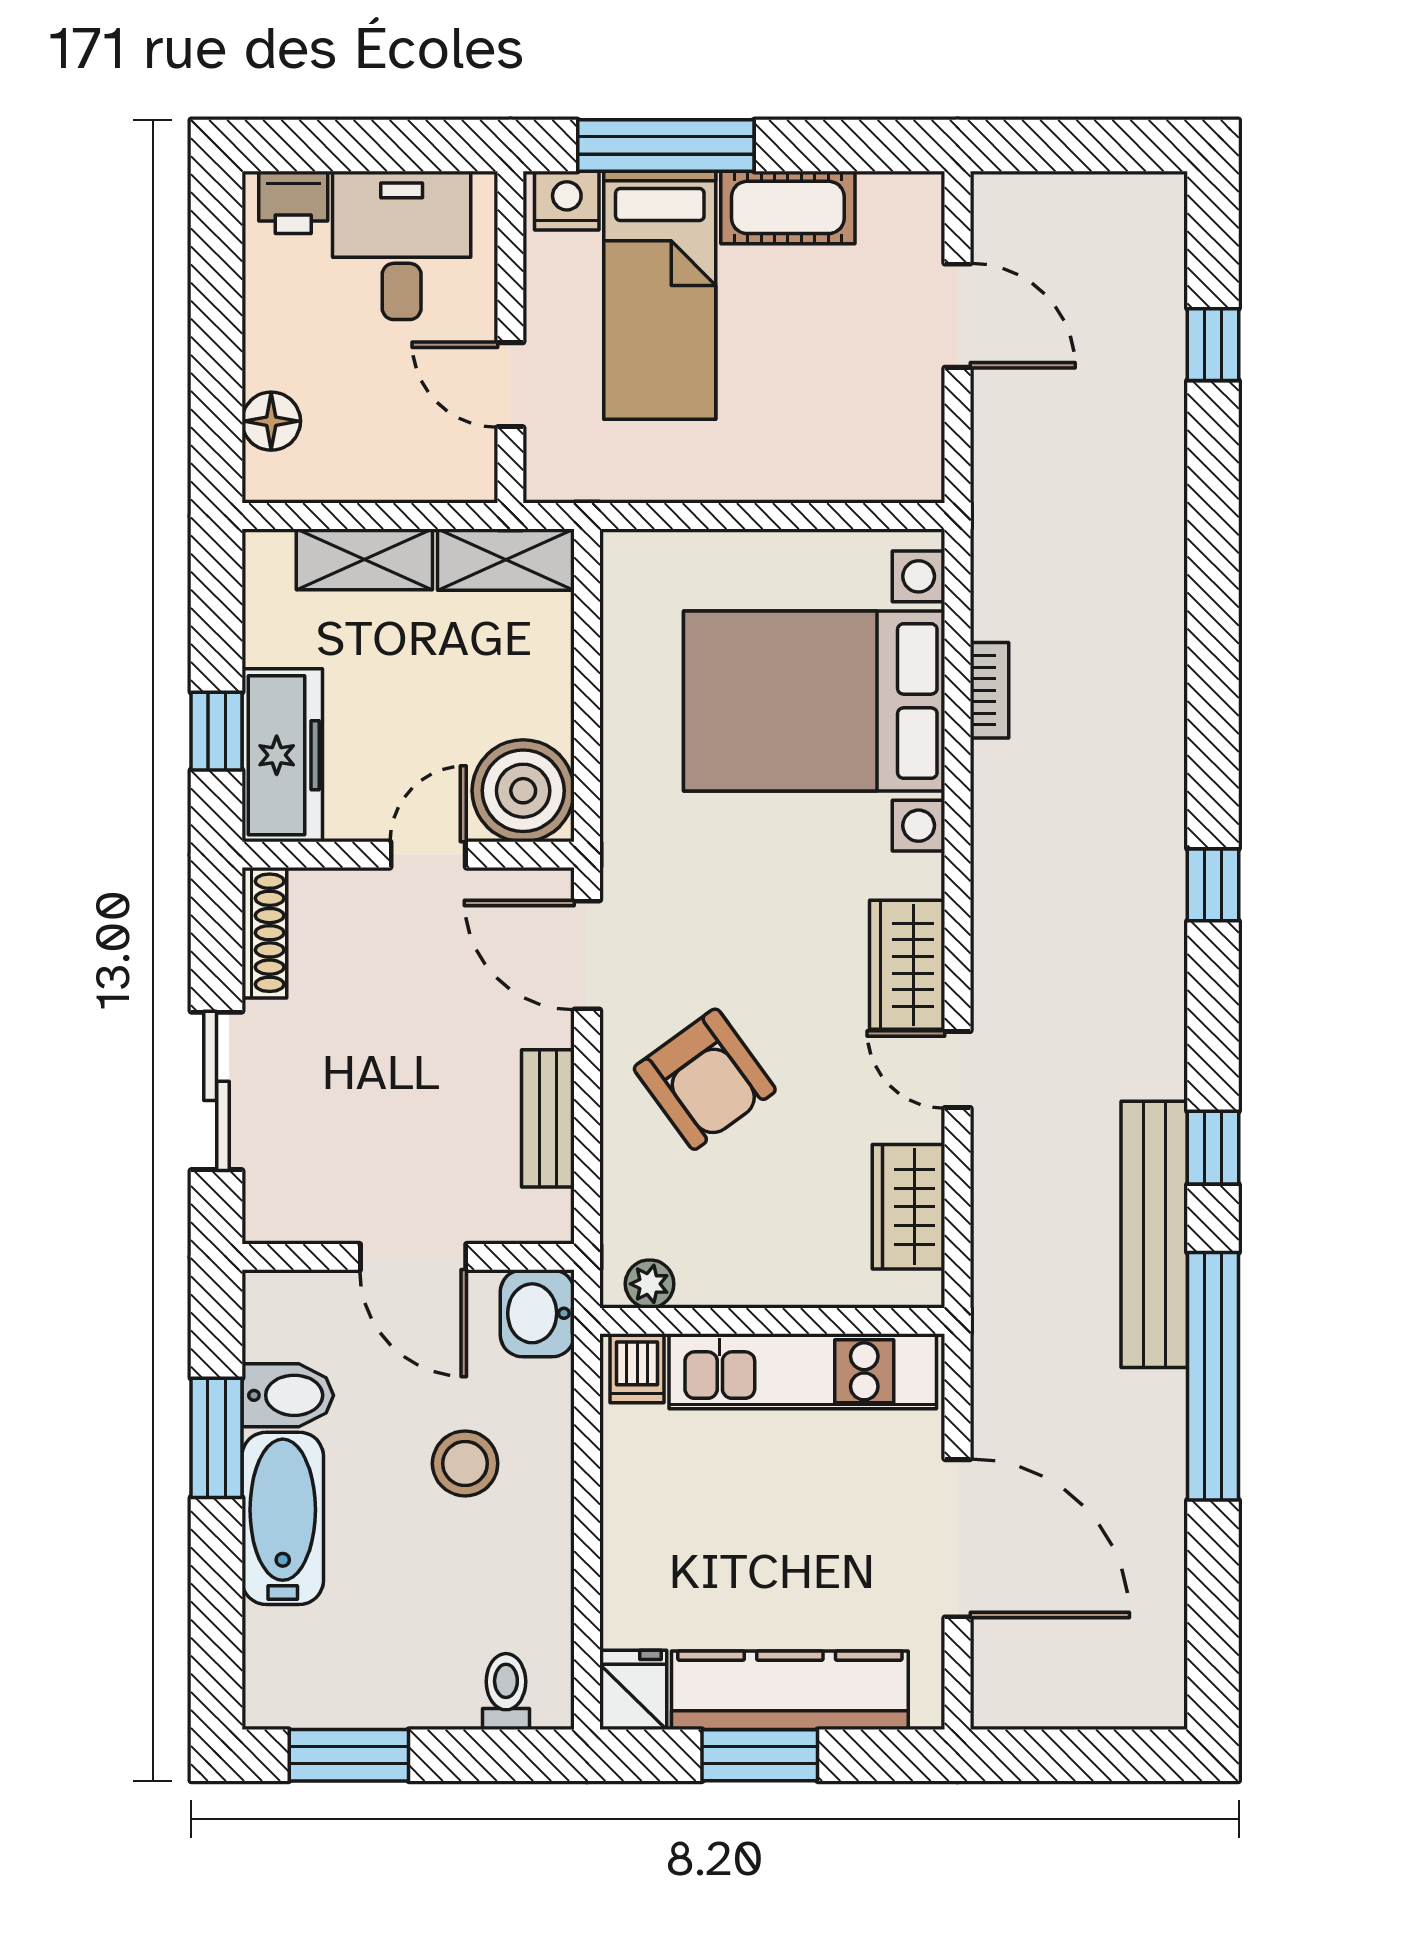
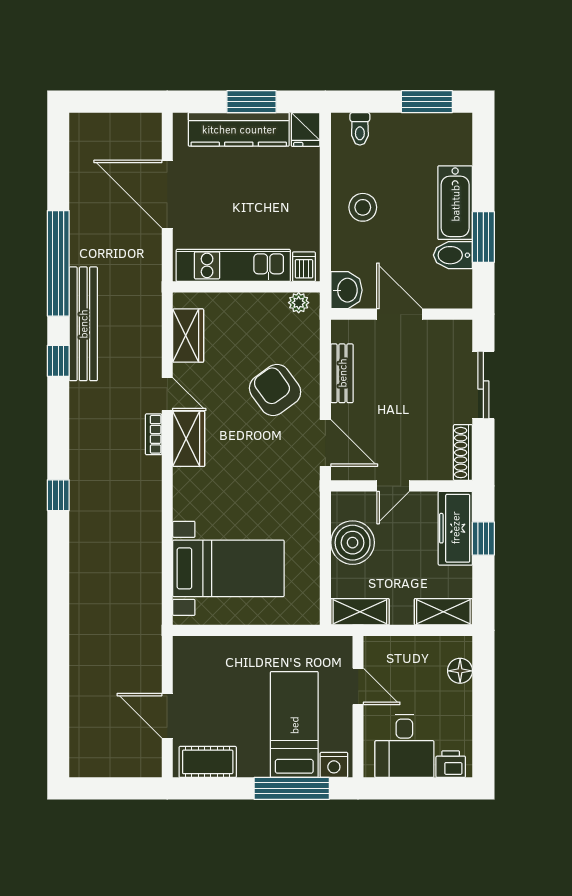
cot: (788, 207) -> (208, 762), moved
window: (1213, 345) -> (58, 703), removed
shelving: (364, 559) -> (443, 612), moved
bookcase: (989, 690) -> (154, 434), moved
bed with nightstands: (814, 701) -> (228, 568), width x0.73
boiler: (523, 791) -> (353, 543), moved
window: (1213, 885) -> (58, 495), moved
stool: (465, 1463) -> (363, 207), moved

